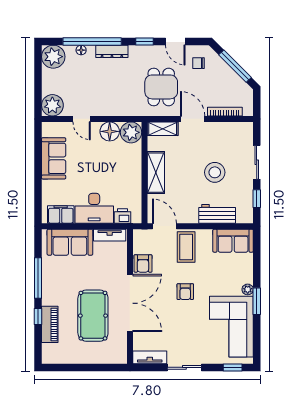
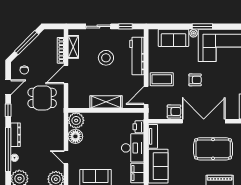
door: (82, 119) -> (66, 157), swing flipped
shelving: (163, 129) -> (73, 47), moved
workbench: (217, 214) -> (137, 56), width x1.38
sofa: (233, 241) -> (173, 38), moved, turned 90

